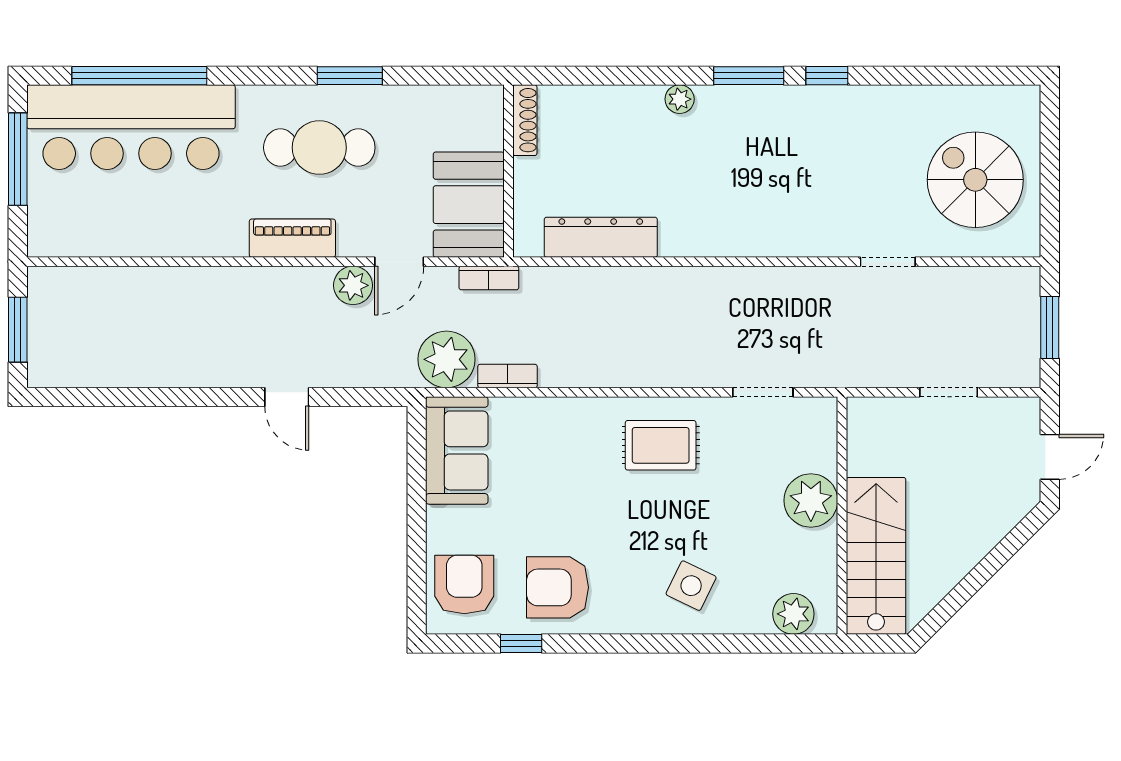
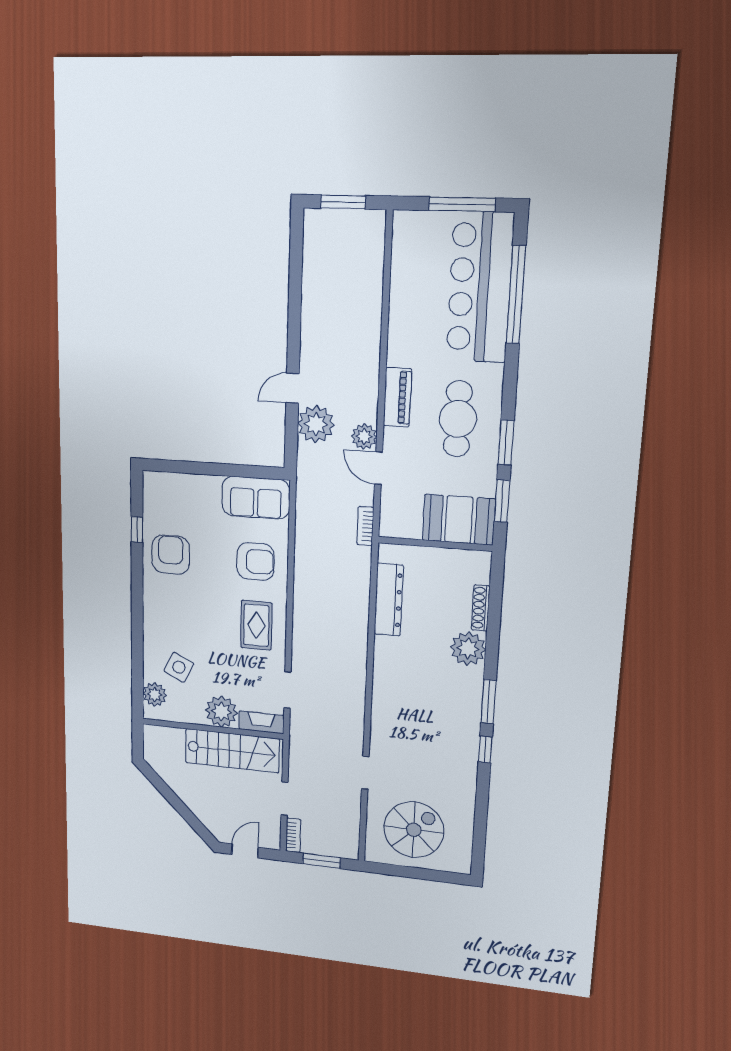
window: (437, 76) -> (502, 501), added
plant: (680, 99) -> (468, 649), width x1.87, depth x1.87
shoe rack: (525, 120) -> (481, 608), moved, turned 90
booth: (469, 205) -> (459, 520), moved
plant: (447, 359) -> (316, 424), moved
bookcase: (507, 376) -> (293, 835), moved
fireplace: (822, 434) -> (261, 722), added
door: (1050, 457) -> (245, 851), swing flipped
stairs: (876, 556) -> (232, 751), moved
armchair: (464, 584) -> (255, 561), moved
side table: (691, 586) -> (179, 667), moved

